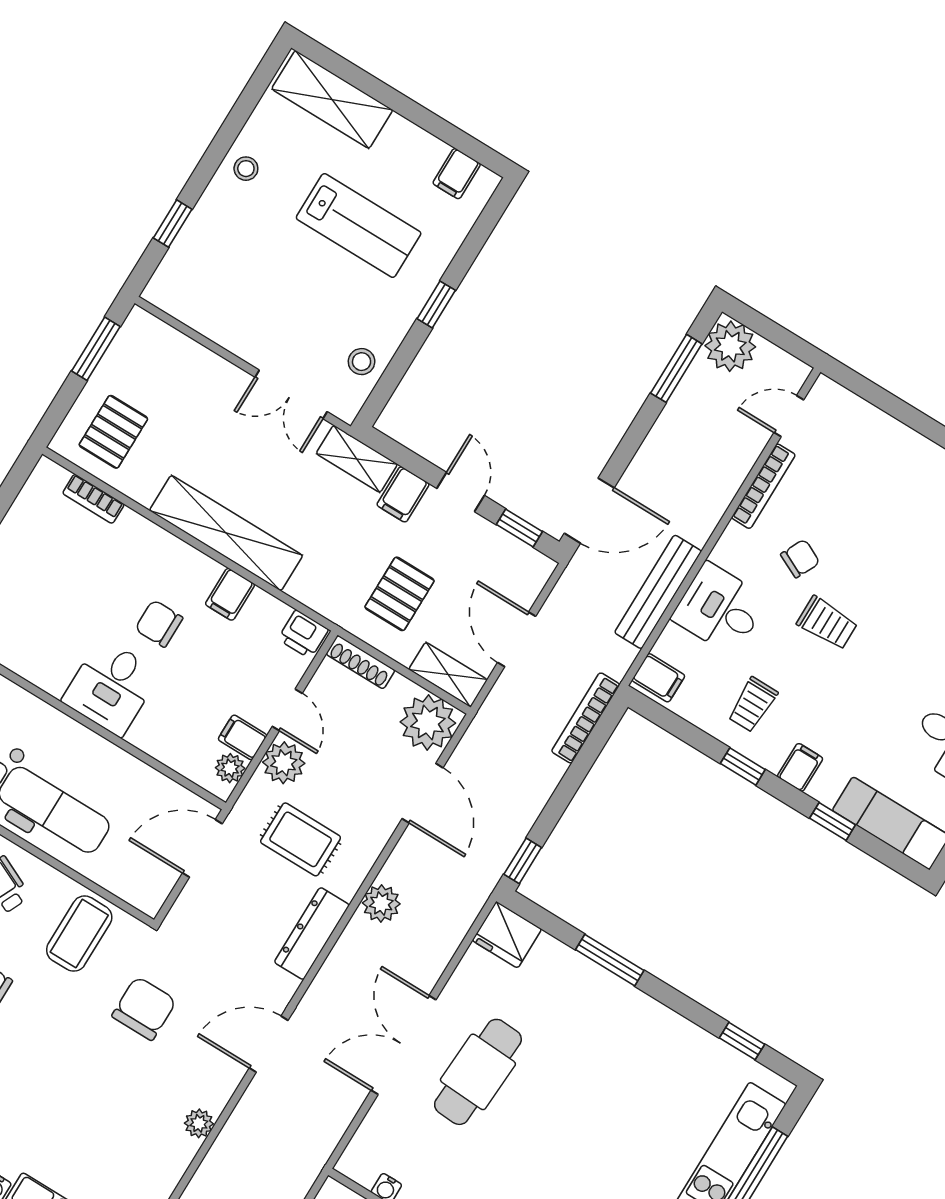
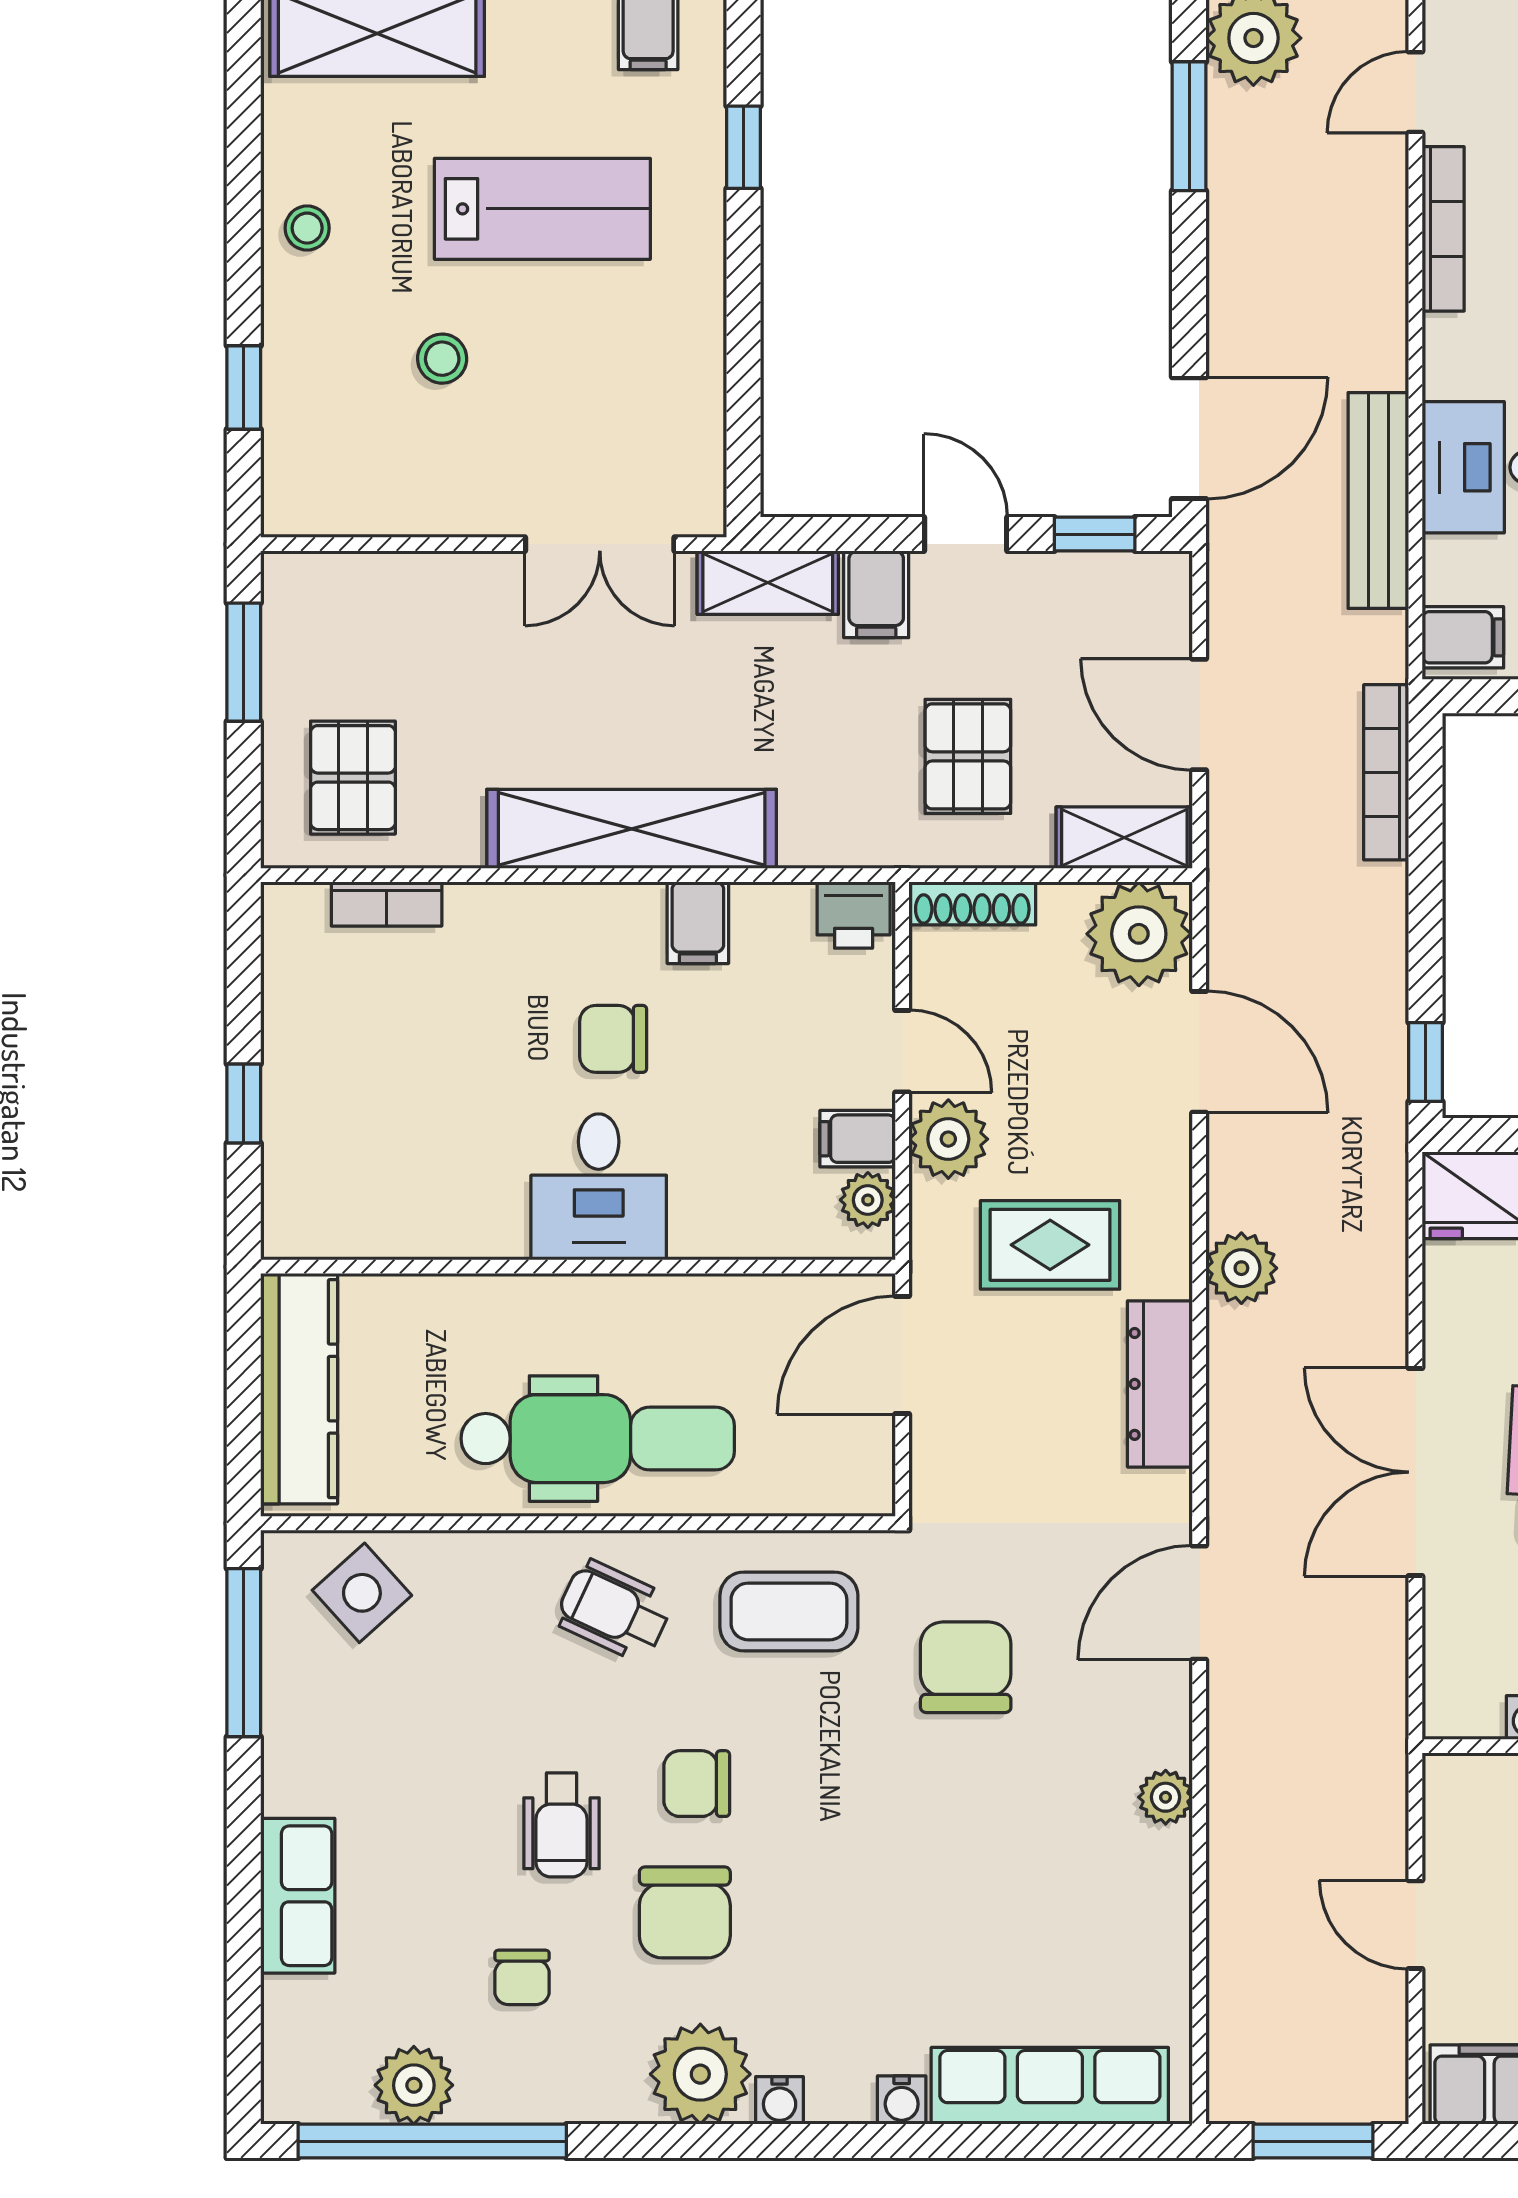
window: (436, 304) -> (743, 147), moved
stool: (362, 362) -> (442, 359), moved
coffee table: (79, 934) -> (789, 1611), turned 90

